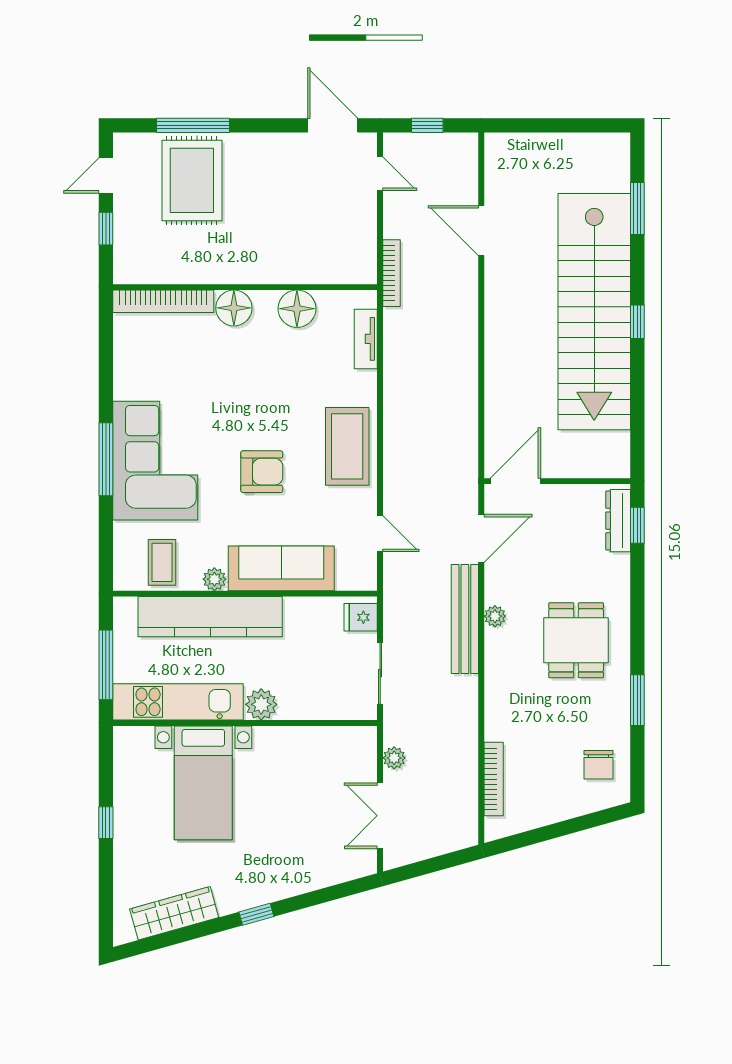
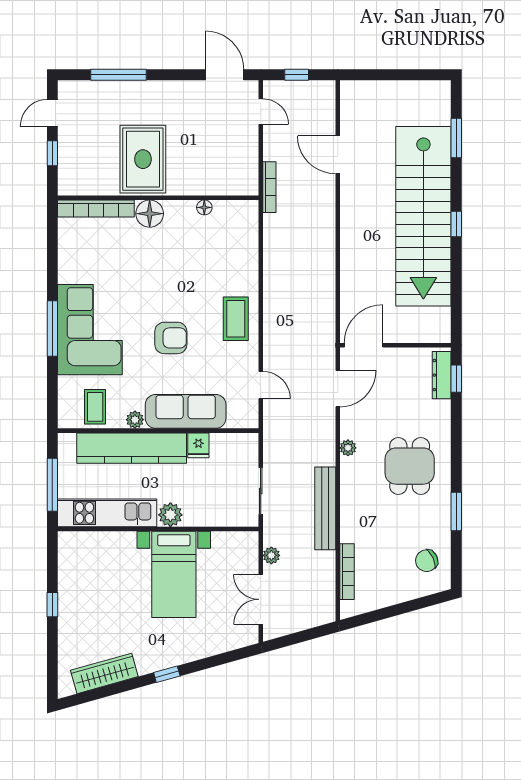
rug: (192, 180) -> (143, 159), moved
floor lamp: (297, 309) -> (204, 207), width x0.53, depth x0.53
tv unit: (366, 339) -> (250, 237), removed
coffee table: (347, 446) -> (236, 319), width x0.73, depth x0.76
fridge: (361, 617) -> (198, 445), moved, turned -90
bench: (465, 619) -> (325, 508), moved
chair: (598, 765) -> (427, 561), turned 65
bed with nightstands: (203, 783) -> (174, 574), moved

